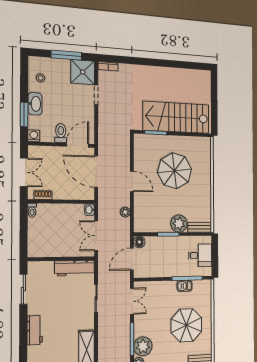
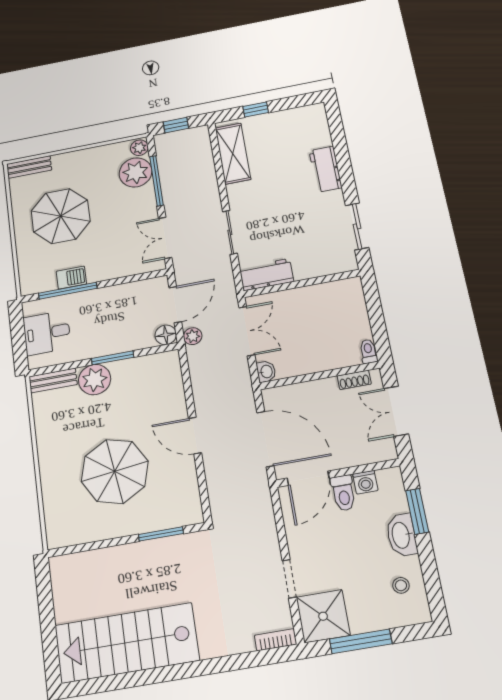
stairs: (176, 117) -> (127, 643), moved, turned 180
washing machine: (34, 136) -> (365, 482), moved
plant: (125, 212) -> (193, 336), moved
workbench: (75, 268) -> (266, 275), width x0.73

